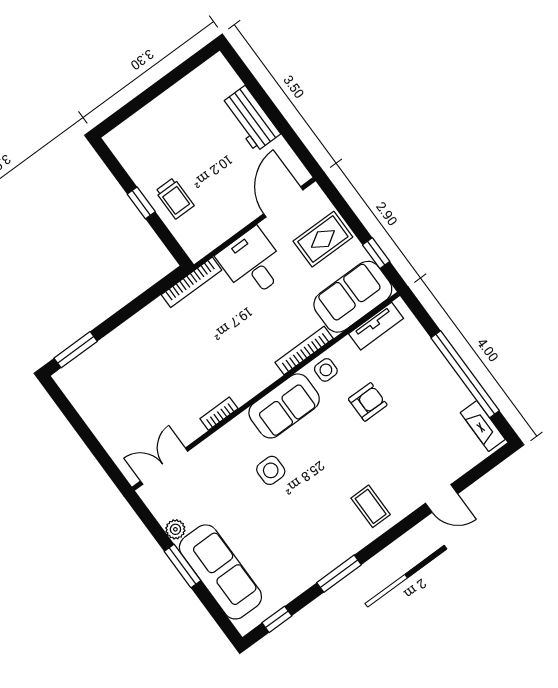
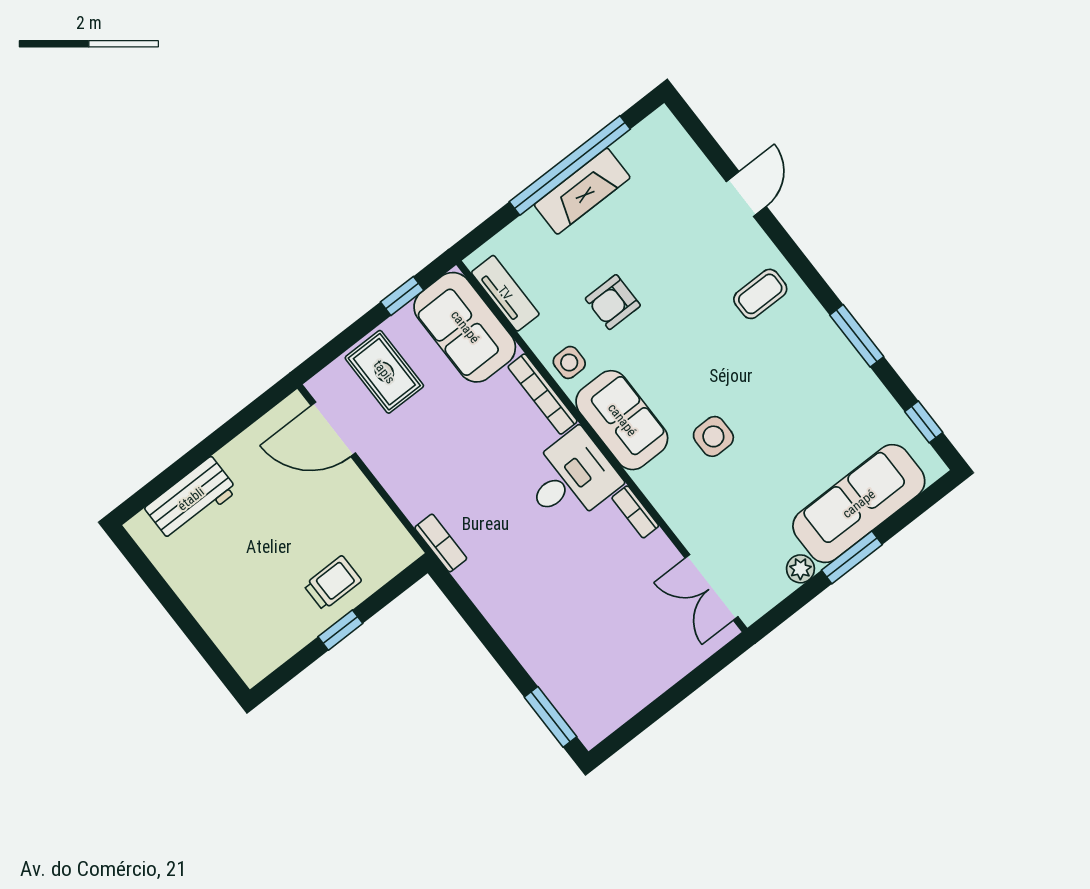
workbench: (250, 119) -> (191, 499), moved
desk: (252, 263) -> (571, 478), moved, turned 180
bookcase: (192, 282) -> (441, 543), width x0.64
armchair: (368, 402) -> (613, 302), turned -90
fireplace: (483, 426) -> (582, 191), moved, width x1.37, depth x1.32

